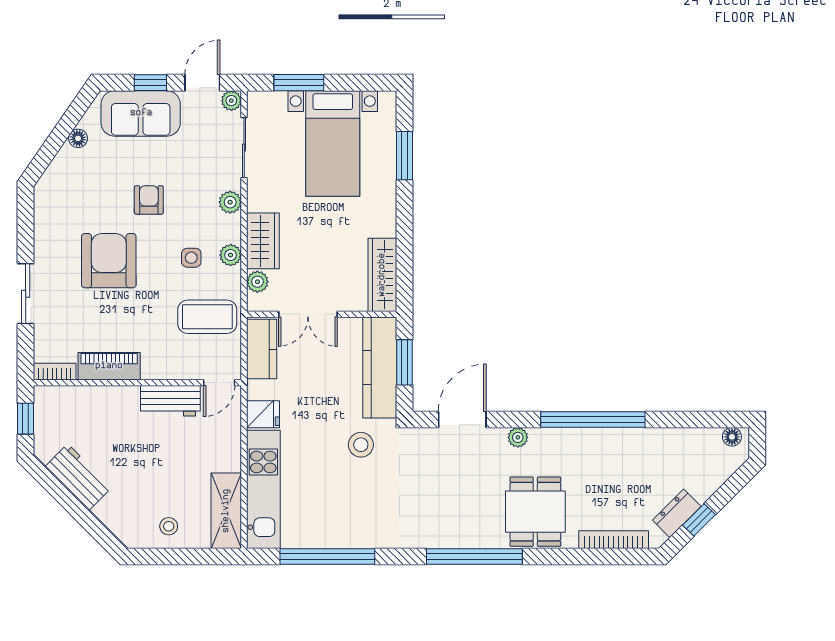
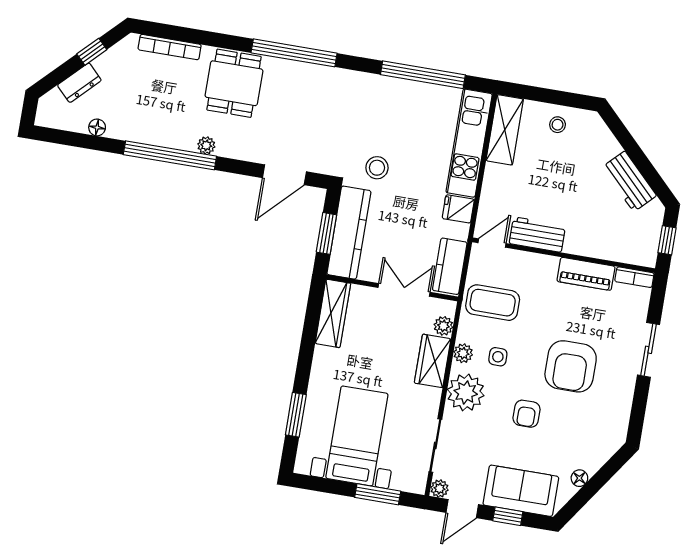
plant: (230, 202) -> (466, 392), width x1.87, depth x1.87
plant: (518, 437) -> (206, 145), moved
floor lamp: (732, 437) -> (97, 127), moved
dresser: (677, 513) -> (79, 83), moved

